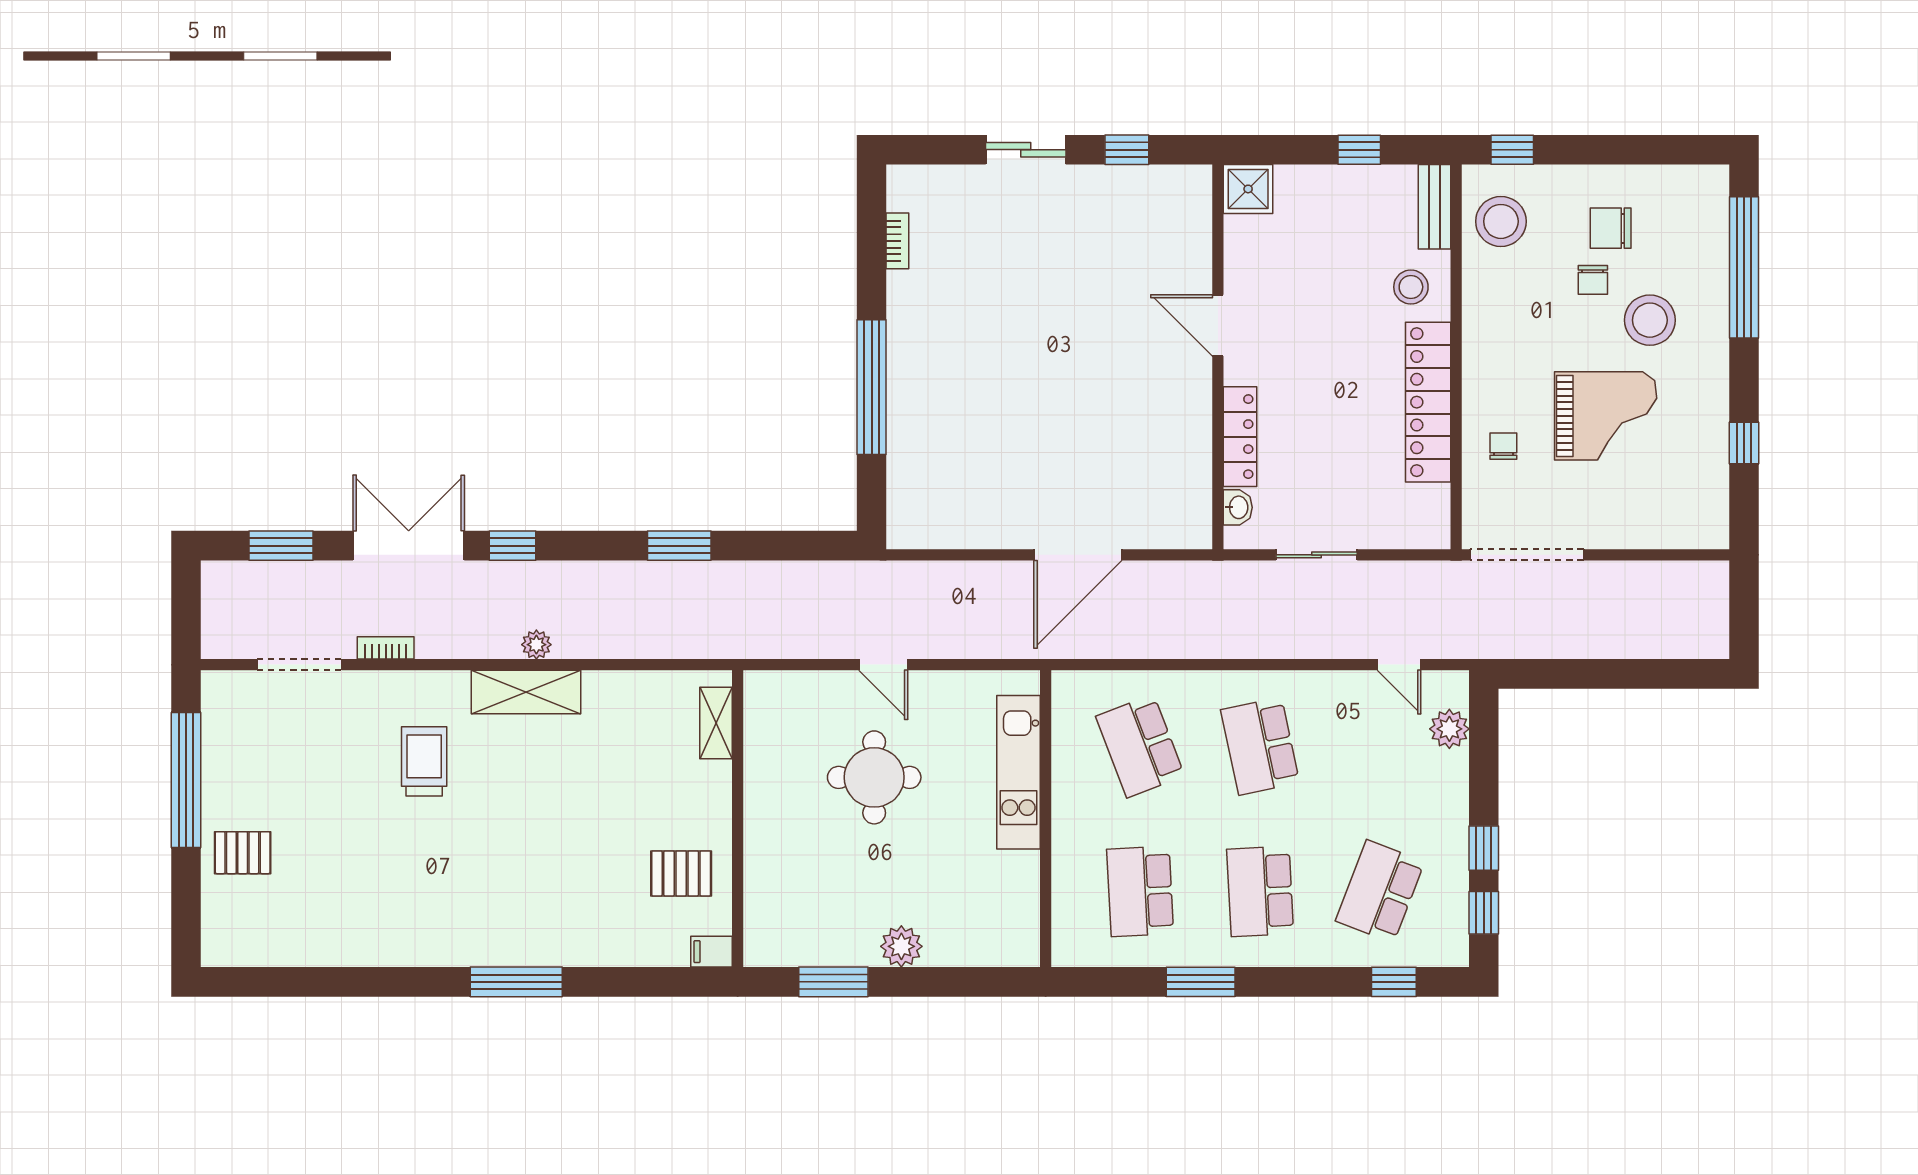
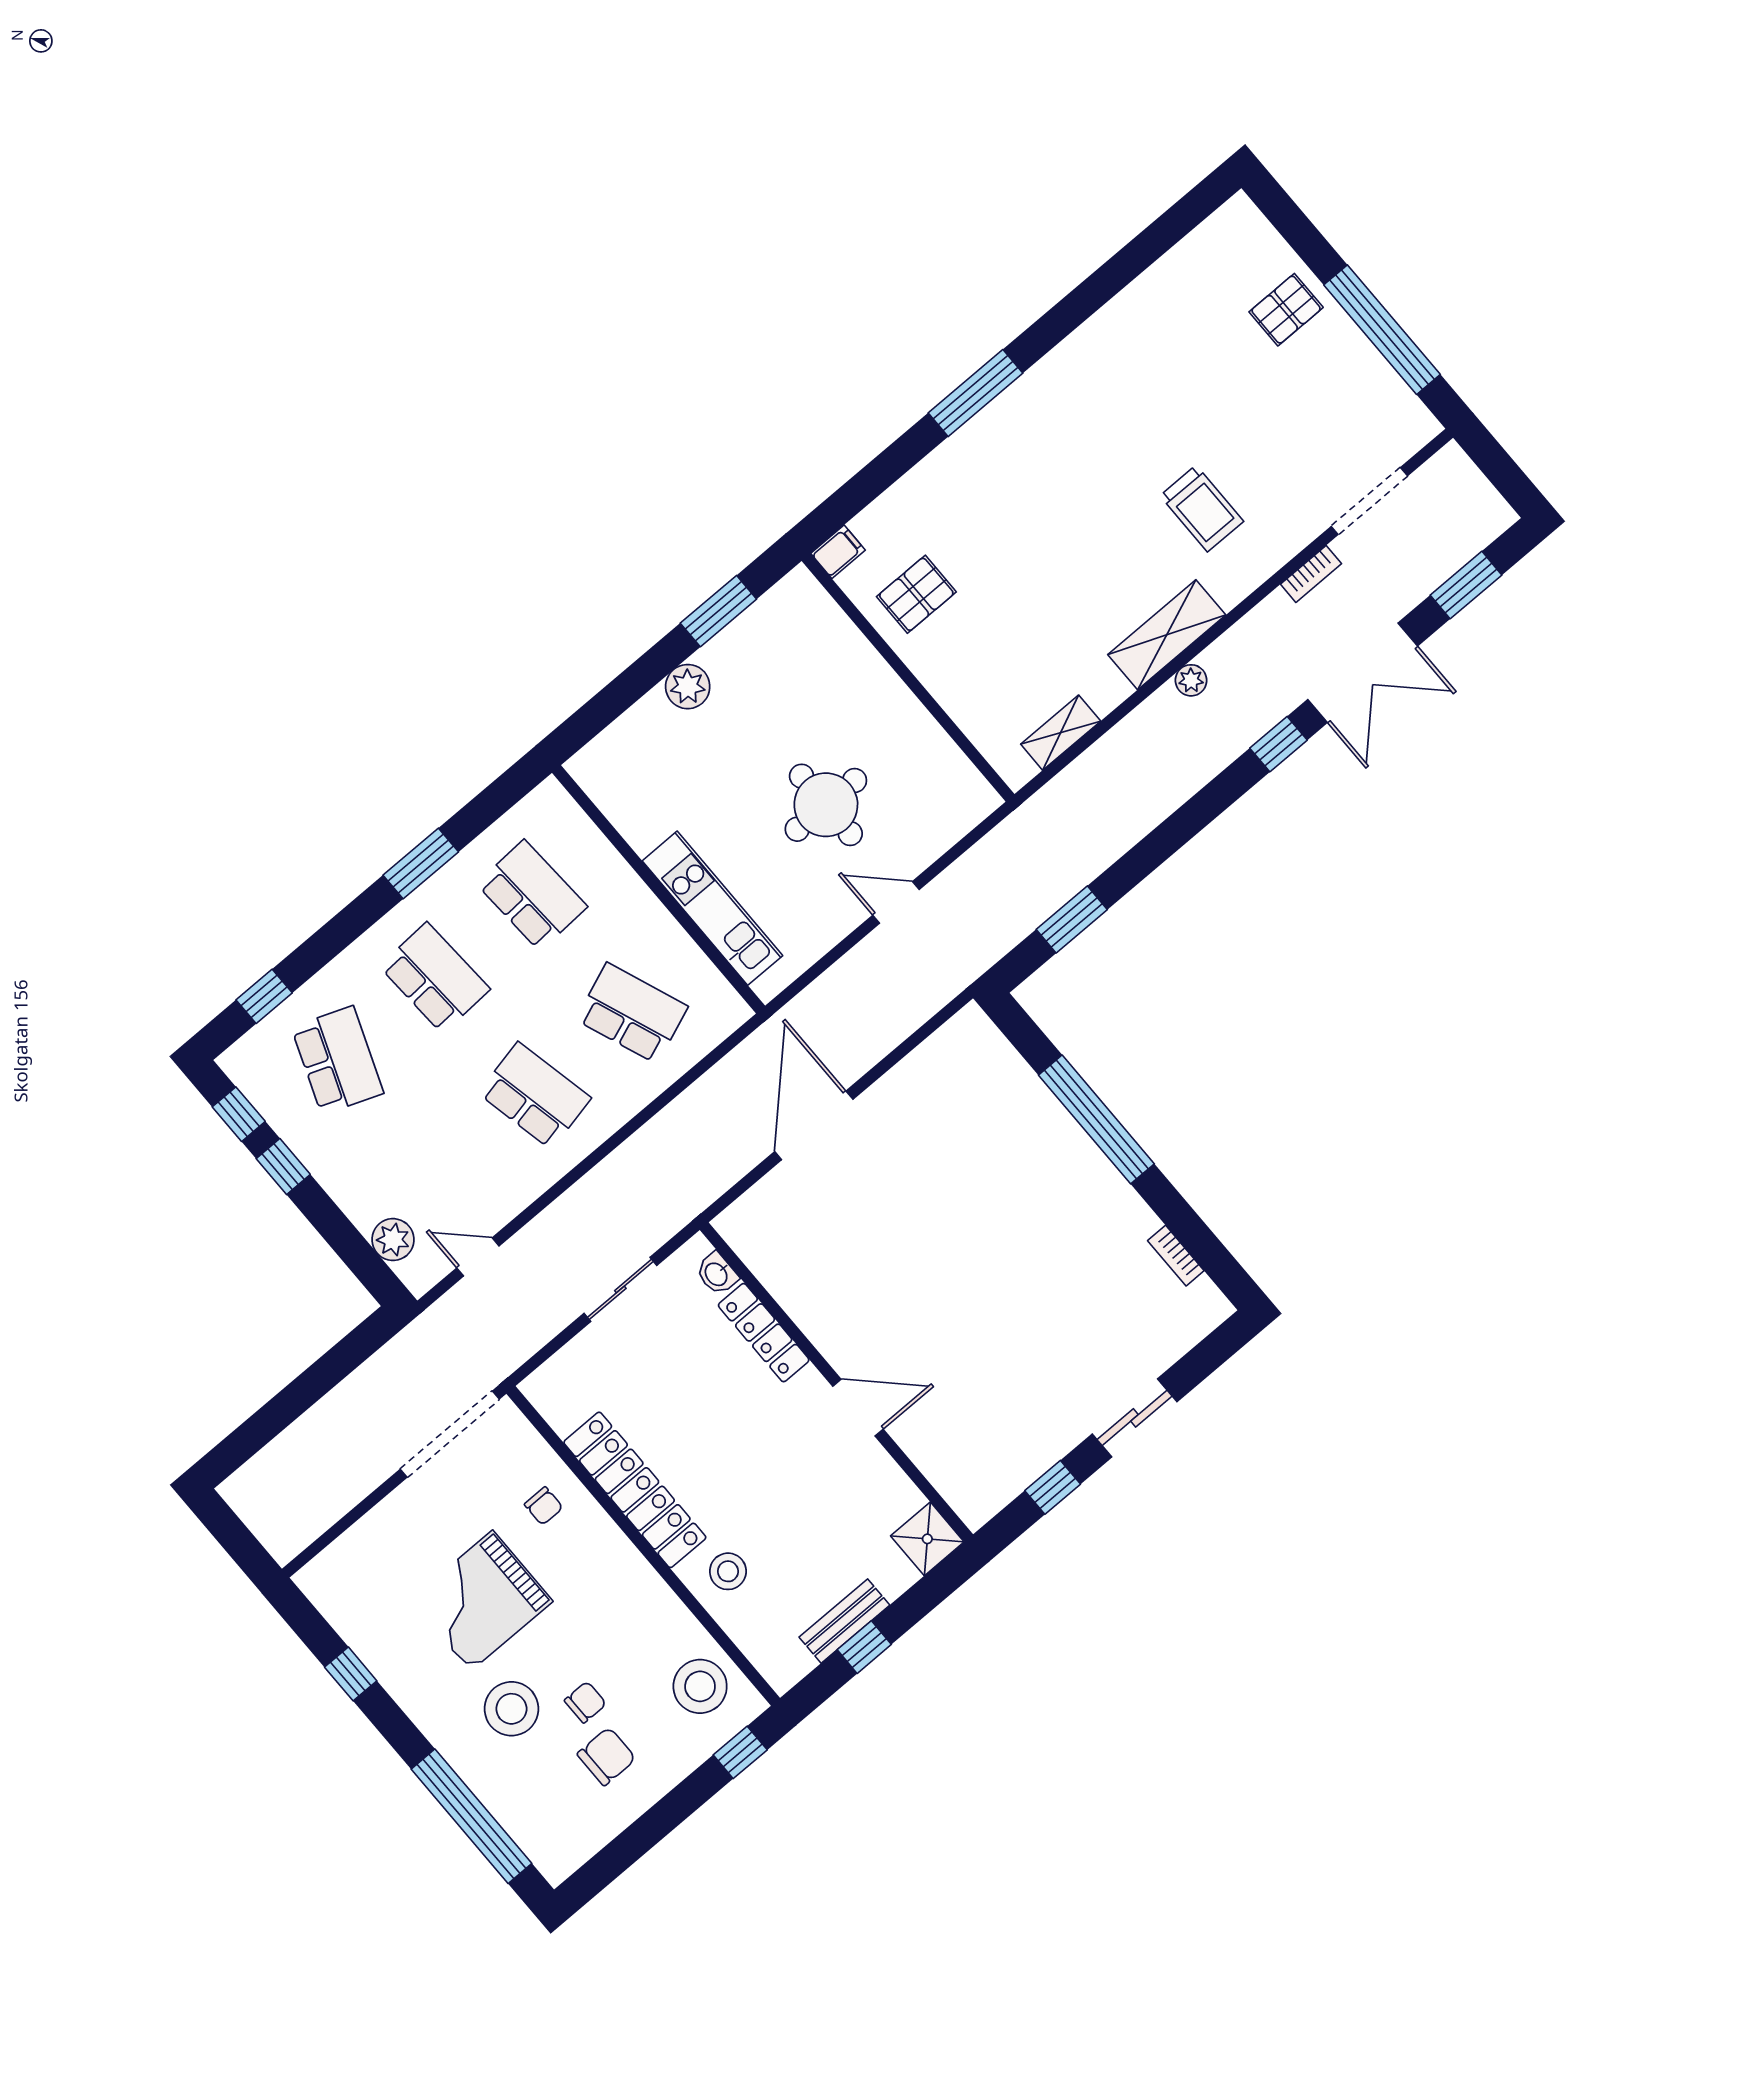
bench: (1435, 207) -> (844, 1621), moved, turned 90
chair: (1593, 280) -> (585, 1702), turned 90
window: (679, 546) -> (1072, 919), moved
shelving: (716, 723) -> (1061, 733), moved, turned 90

